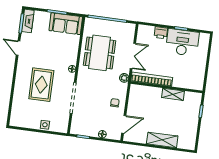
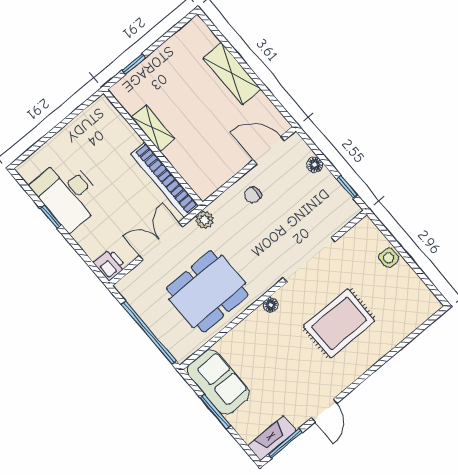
printer: (161, 33) -> (110, 265), moved

